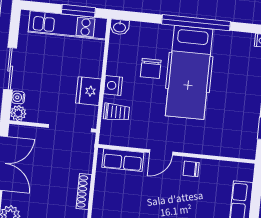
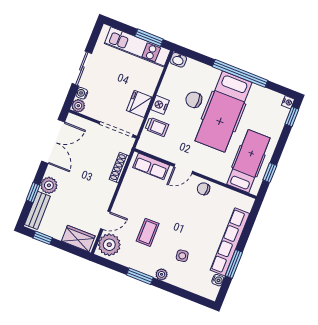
chair: (151, 68) -> (194, 100), turned 90
hospital bed: (234, 122) -> (248, 161), added
shoe rack: (84, 192) -> (119, 168), moved

